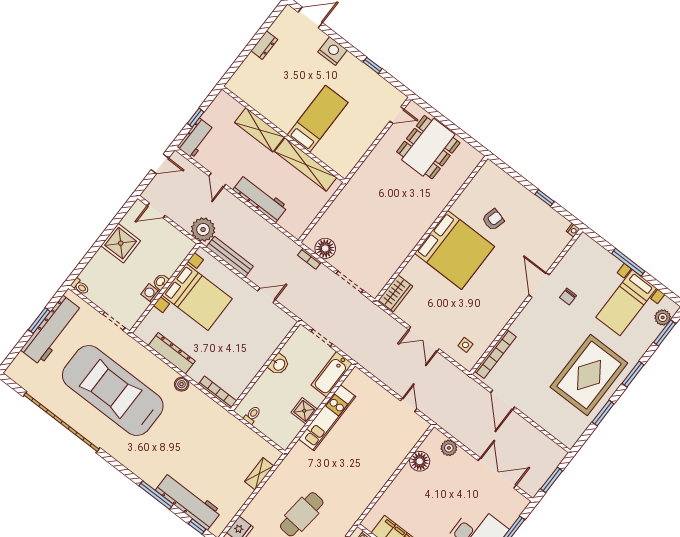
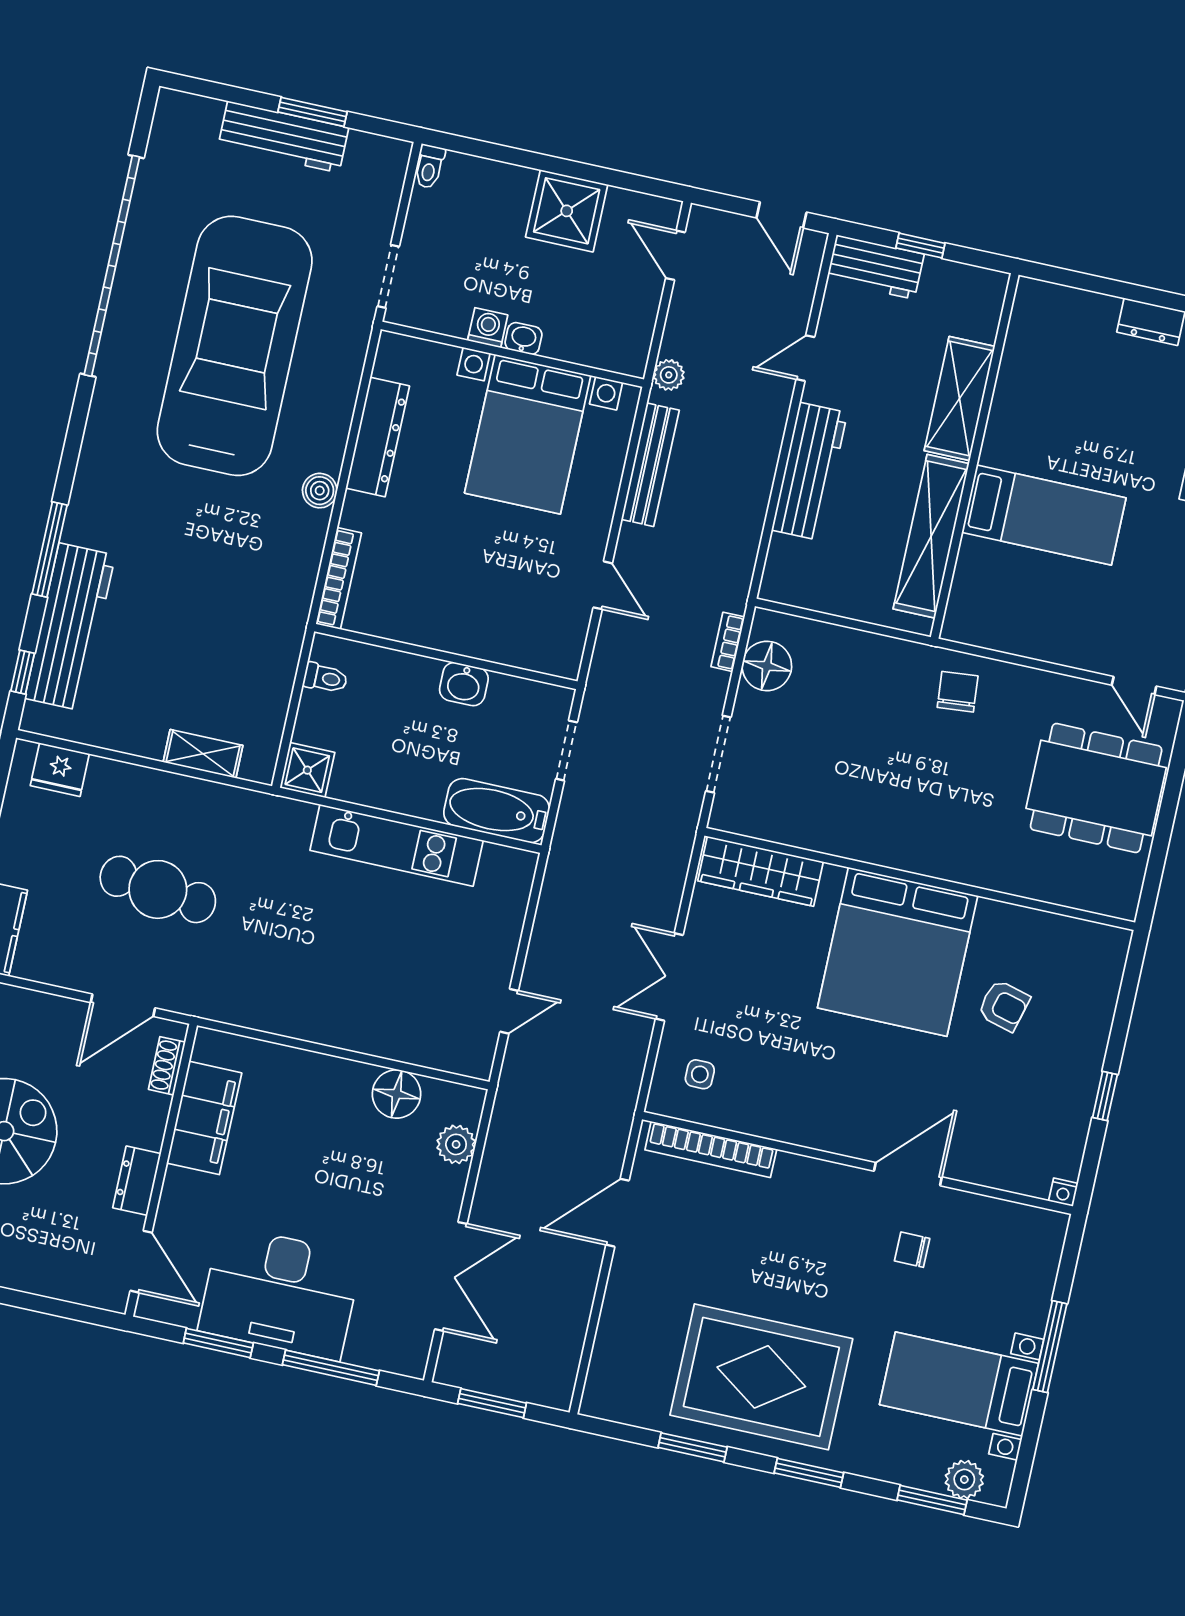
chair: (368, 182) -> (958, 692), added
plant: (203, 230) -> (669, 375), width x0.53, depth x0.53
wardrobe: (396, 293) -> (760, 871), width x1.50
workbench: (52, 330) -> (283, 137), width x0.73, depth x0.76
shower: (304, 411) -> (307, 770), moved

